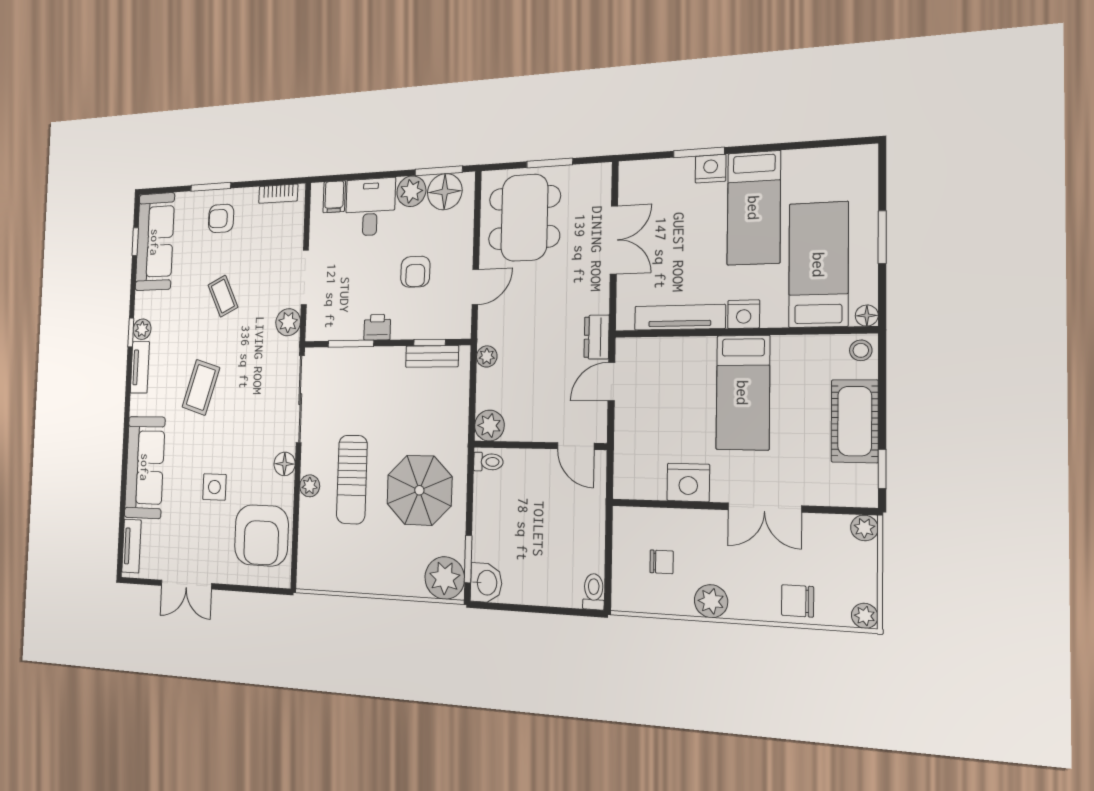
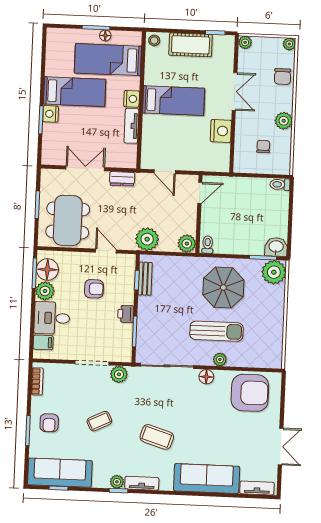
dining table: (524, 218) -> (68, 220), turned 90
floor lamp: (867, 316) -> (105, 35), moved
tv unit: (680, 317) -> (131, 126), width x0.71
dresser: (597, 337) -> (122, 179), moved
plant: (487, 356) -> (147, 239), width x1.87, depth x1.87
side table: (214, 487) -> (220, 426), removed

